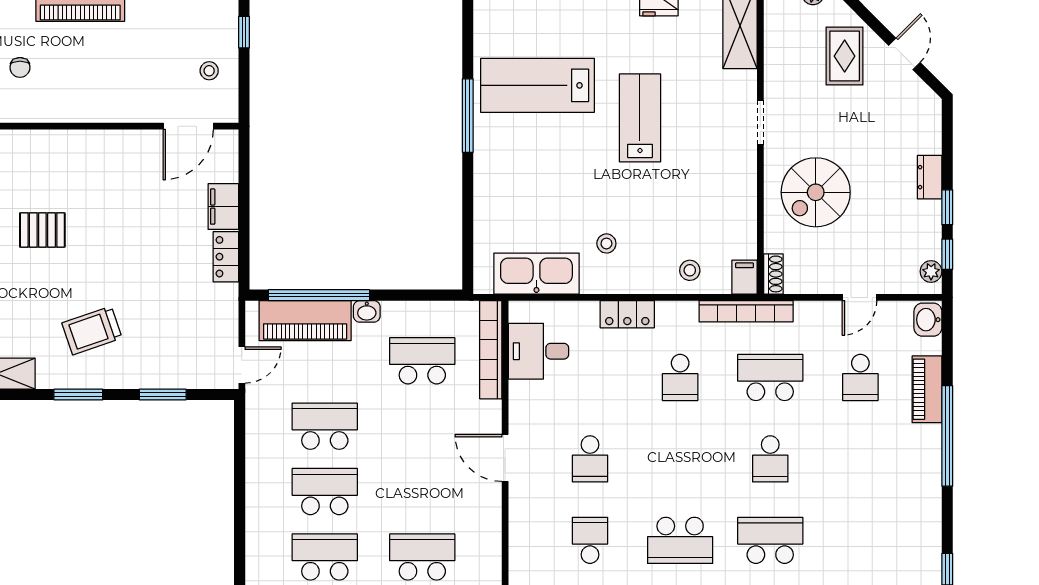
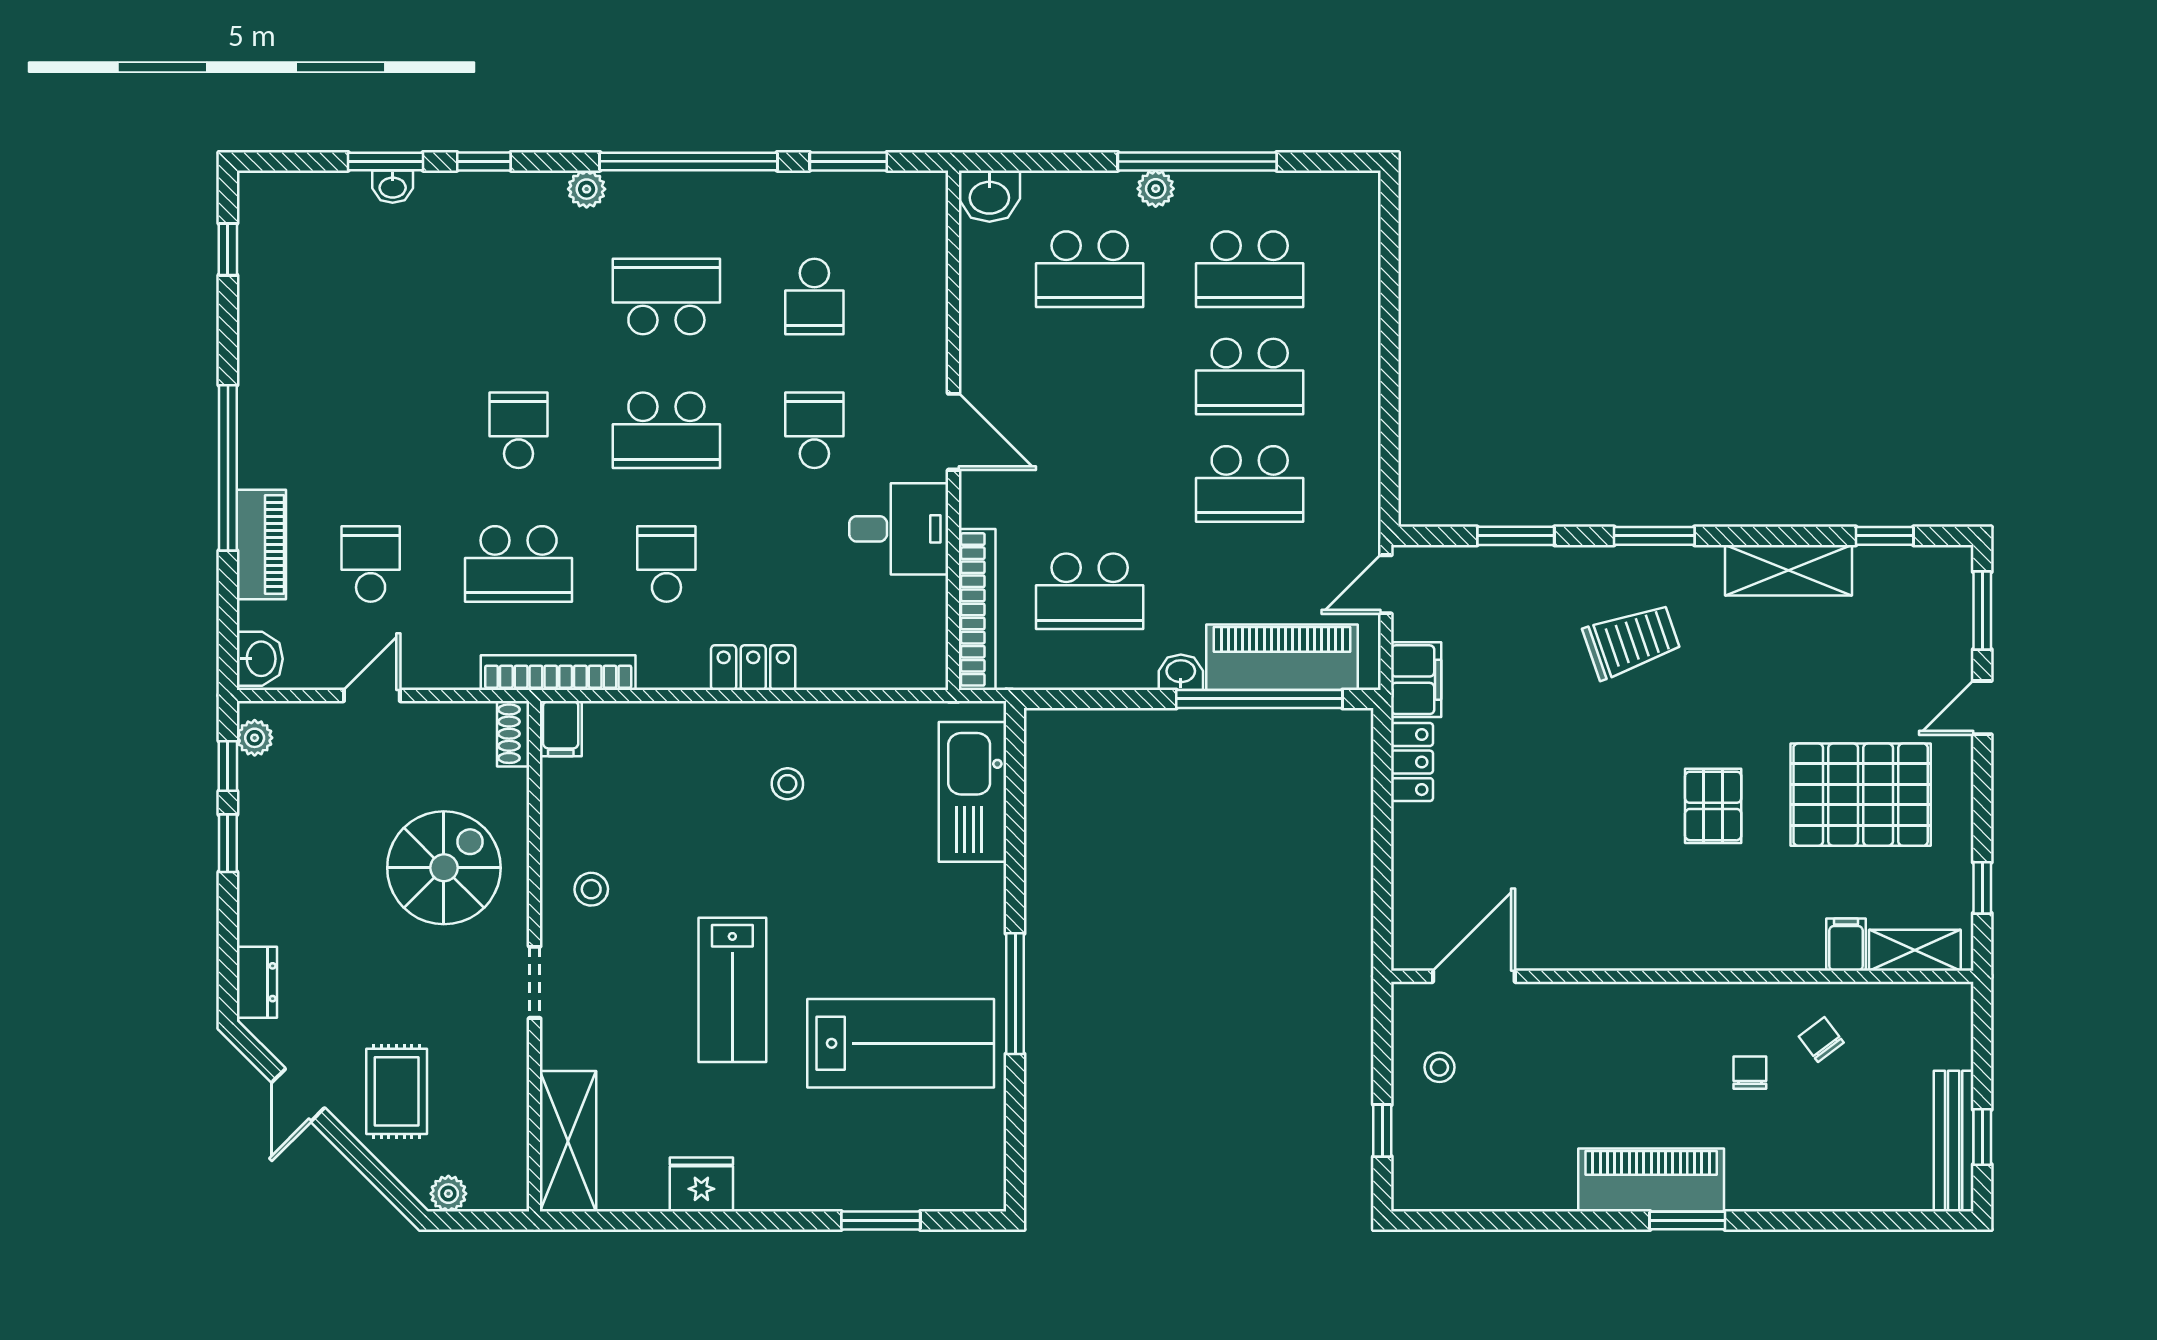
dresser: (930, 177) -> (257, 982), moved
filing cabinet: (223, 207) -> (1416, 680), moved
pallet: (42, 230) -> (1713, 806), turned 90
stool: (690, 270) -> (591, 889), moved
kitchen sink: (536, 274) -> (972, 792), moved, turned 90
desk: (539, 351) -> (899, 529), moved
school desk: (770, 540) -> (666, 430), moved

